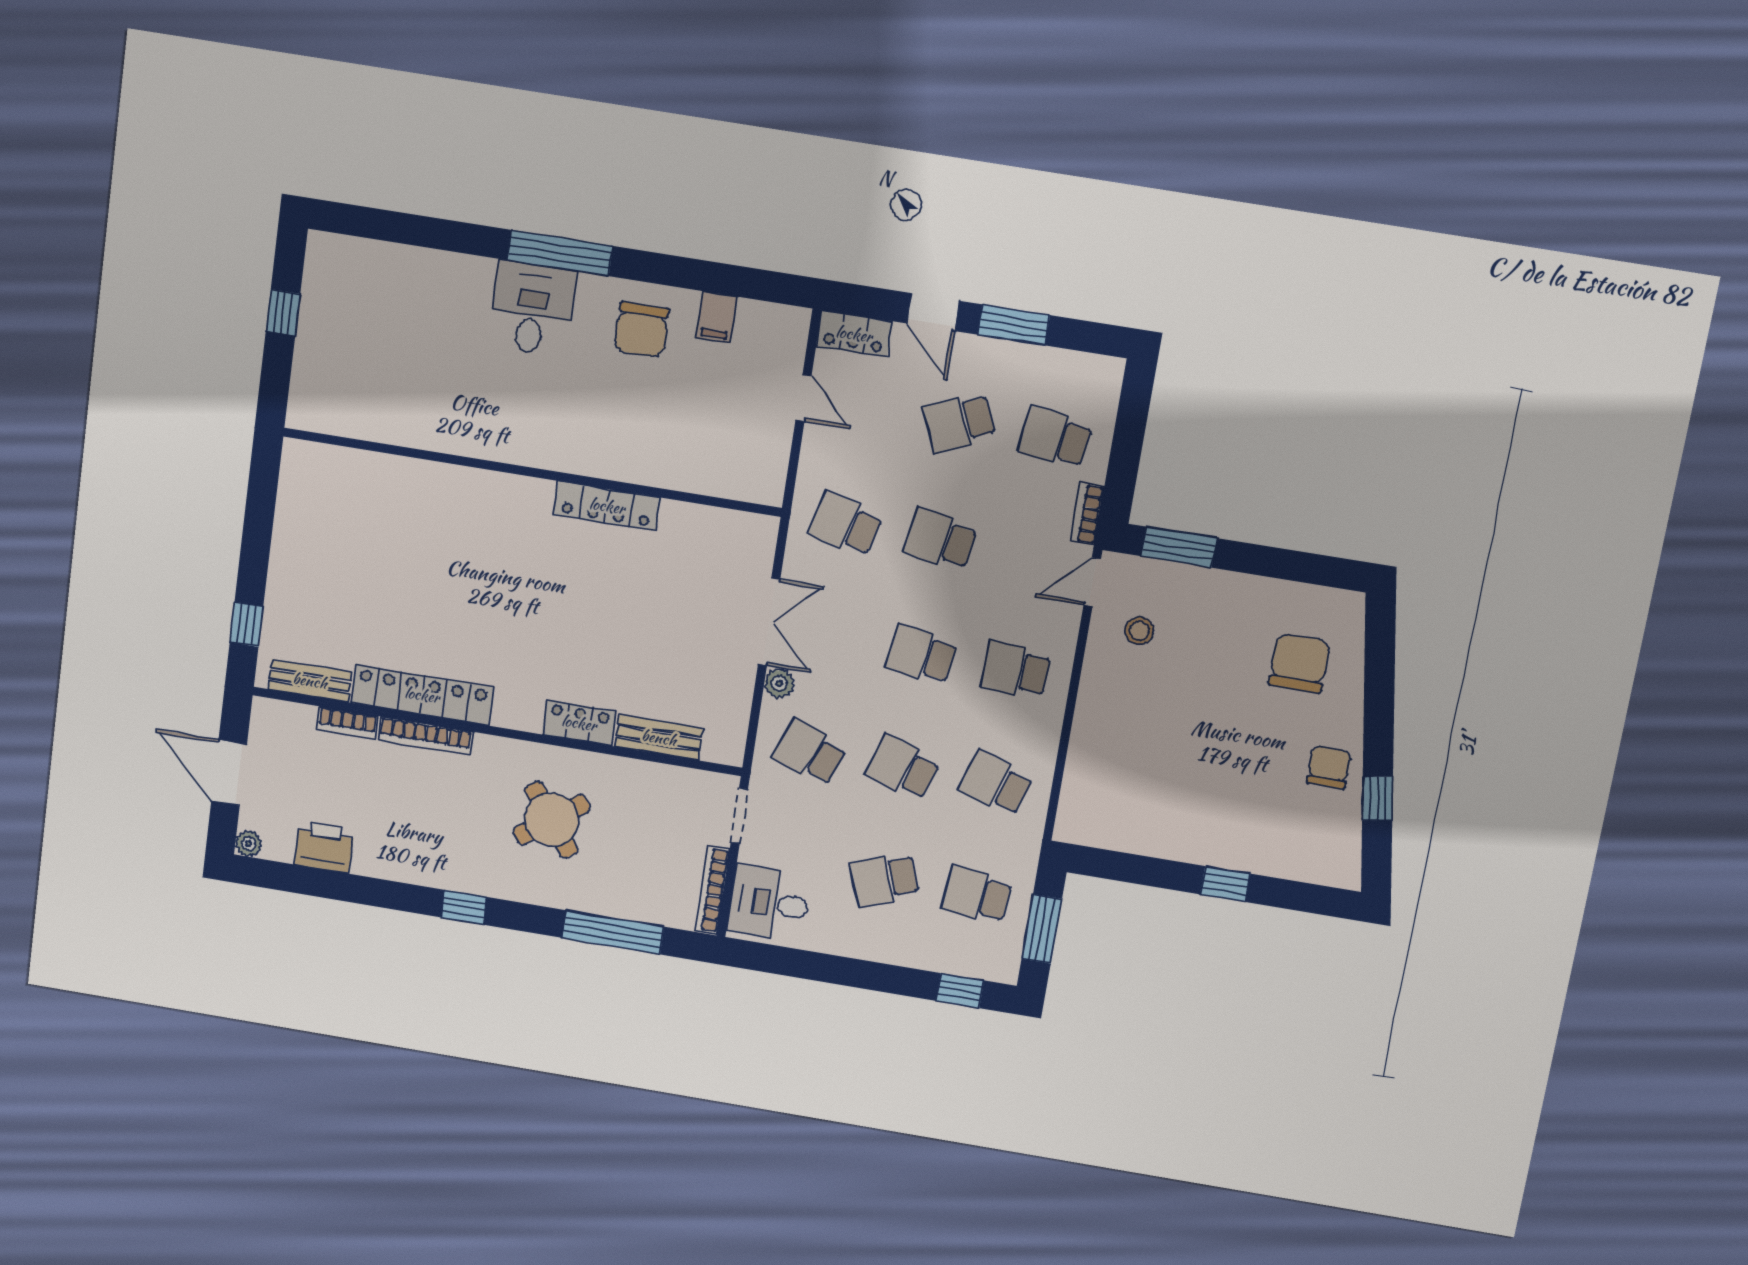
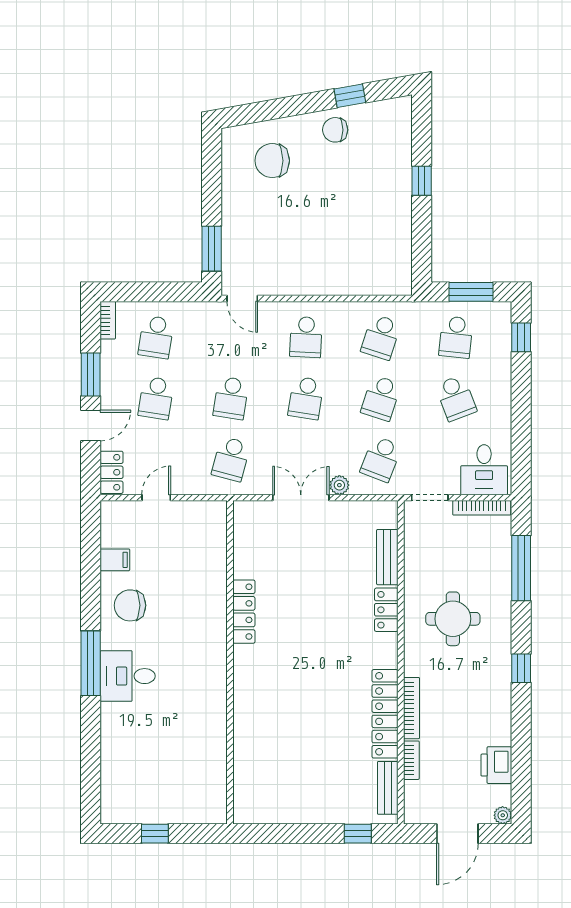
chair: (641, 330) -> (130, 605), turned 180
school desk: (959, 422) -> (156, 398), turned 33
bookcase: (1087, 514) -> (108, 320), moved, turned -90
stool: (1139, 631) -> (268, 264), removed
round table: (551, 820) -> (453, 619), turned 37

